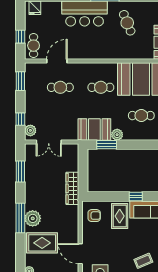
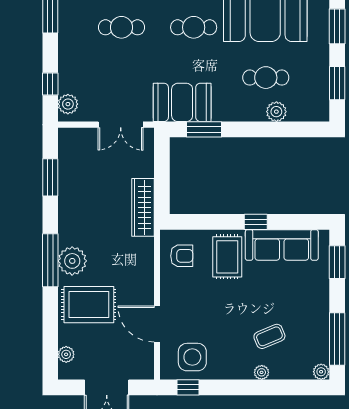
plant: (117, 135) -> (276, 112), moved
double door: (49, 142) -> (121, 125), moved

